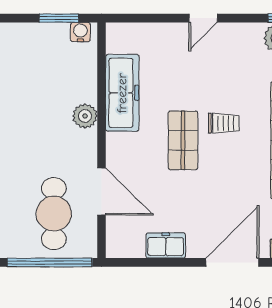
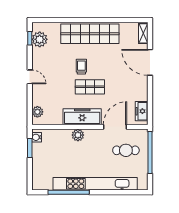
plant: (132, 34) -> (37, 112), added
freezer: (122, 93) -> (82, 117), moved
cafe table: (54, 214) -> (126, 150), width x0.73, depth x0.74
freezer: (166, 245) -> (142, 111), moved

